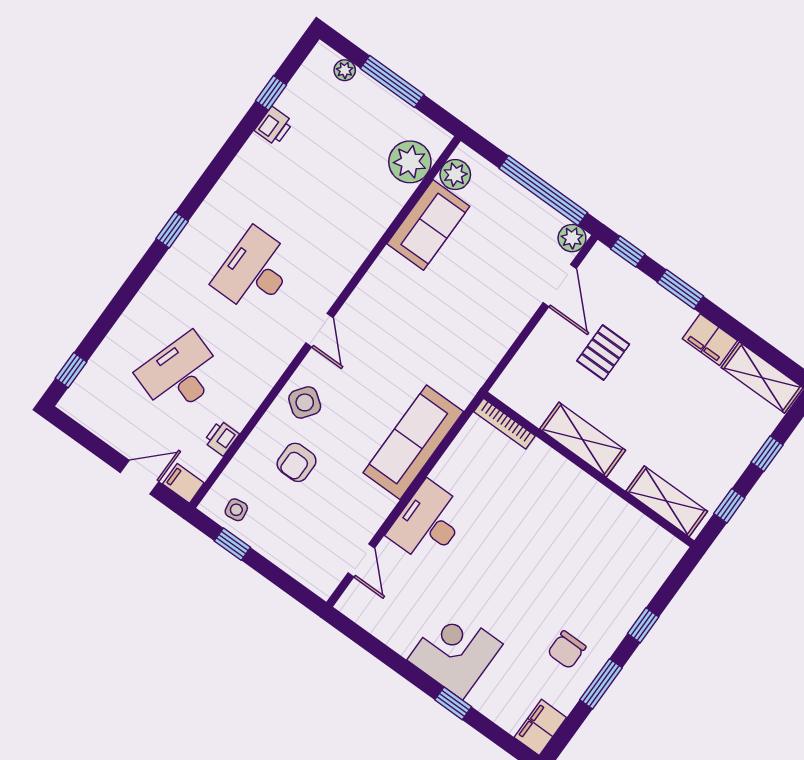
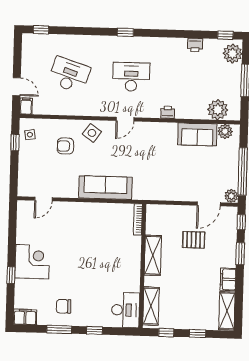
plant: (345, 70) -> (233, 54), width x1.87, depth x1.87
window: (271, 93) -> (225, 35), moved
printer: (221, 438) -> (168, 112), moved
desk: (428, 523) -> (126, 310), moved, turned 90

